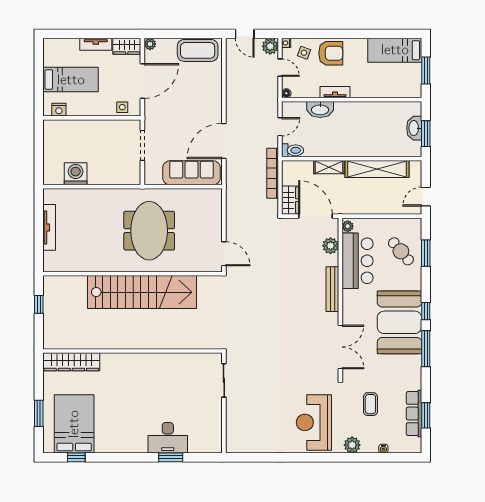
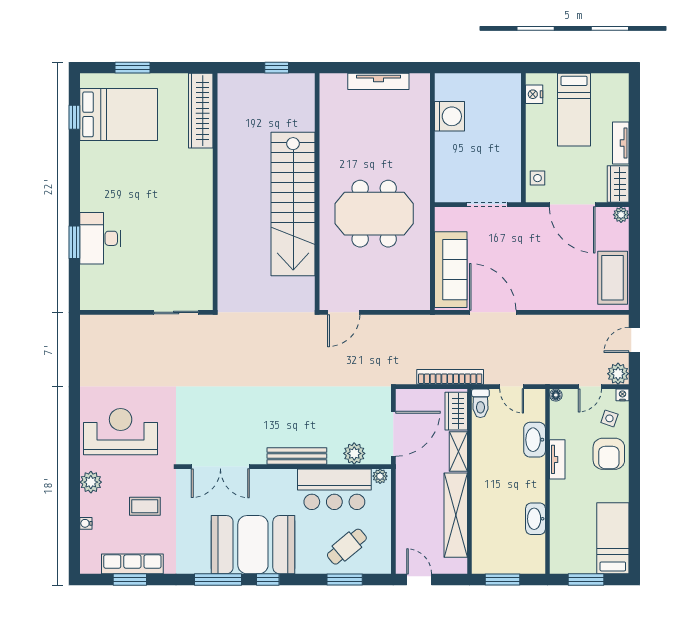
washbasin: (414, 128) -> (535, 519), moved, turned -90
wardrobe: (290, 200) -> (456, 411), moved, turned 90

